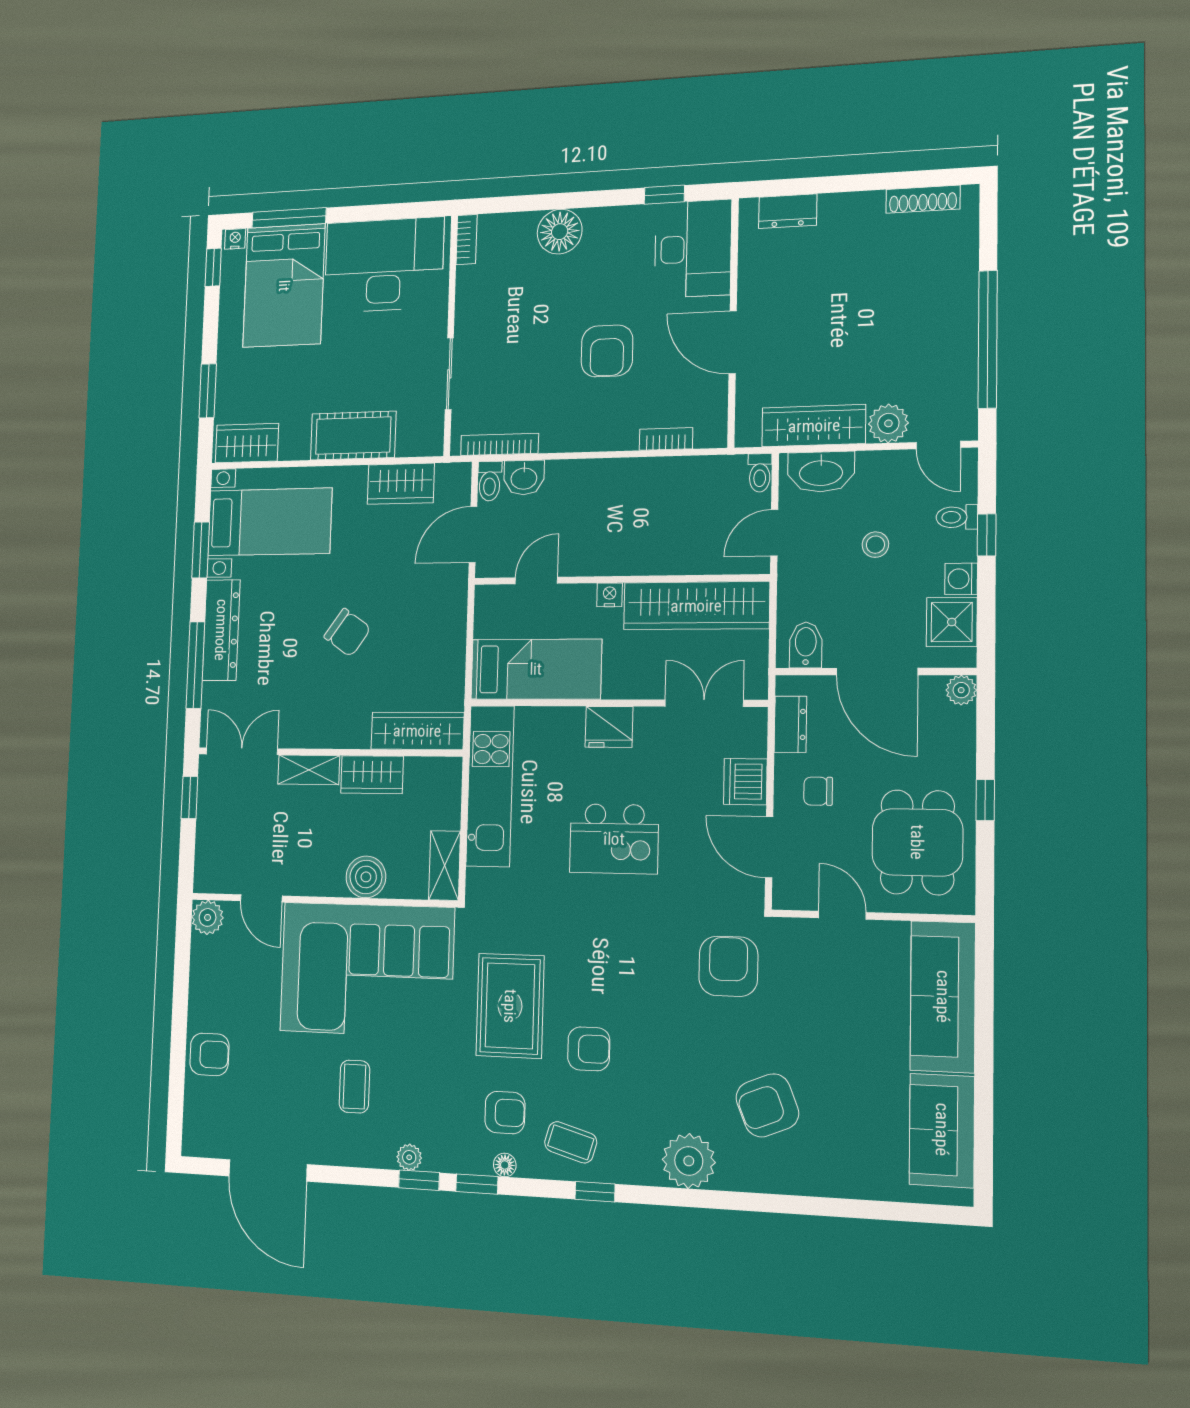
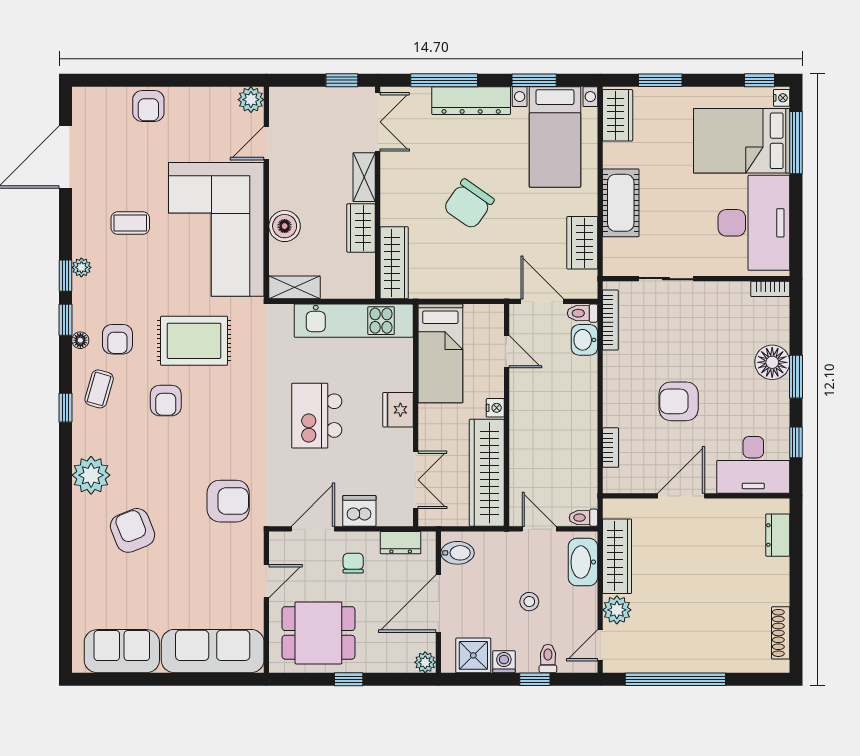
window: (579, 200) -> (796, 377), added
chair: (347, 633) -> (469, 204), width x1.37, depth x1.37

